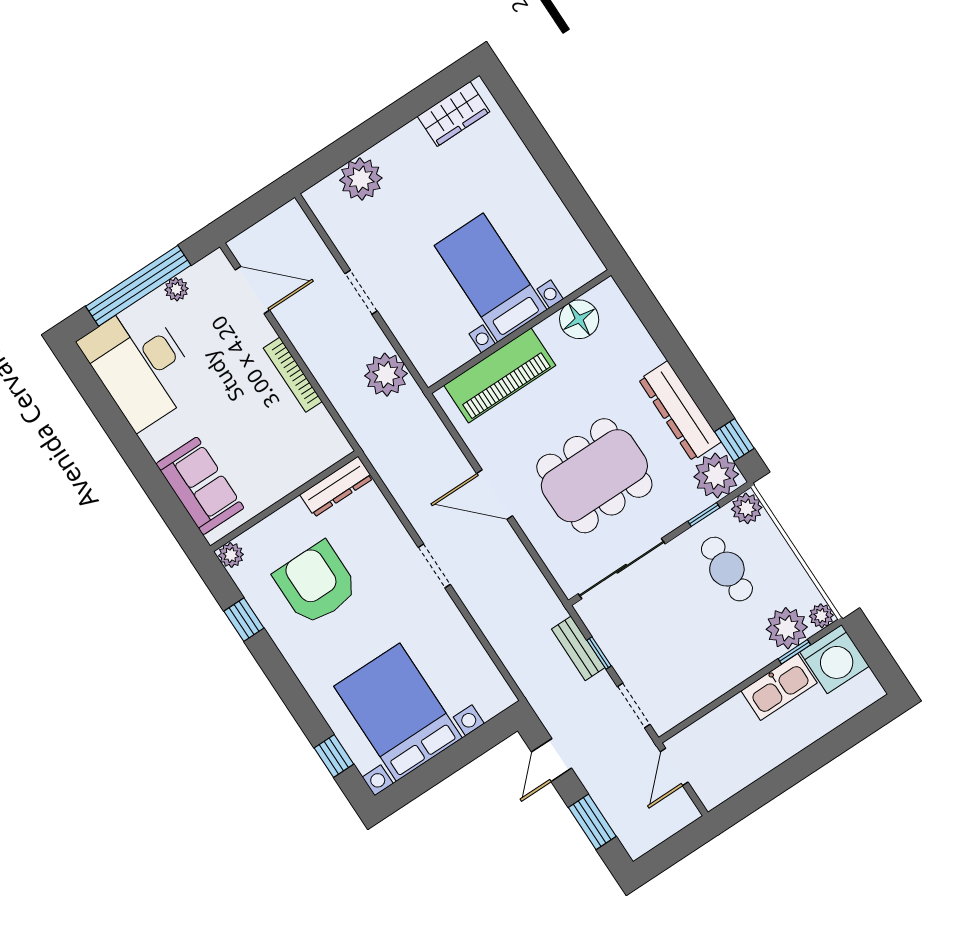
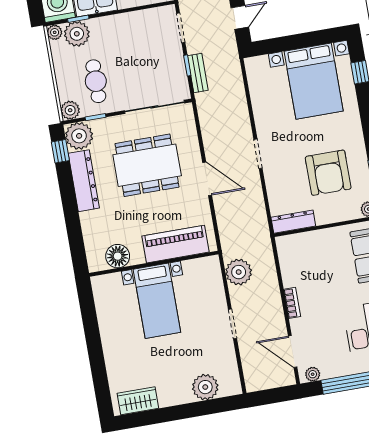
plant: (176, 289) -> (313, 374), moved
bookcase: (293, 375) -> (292, 303), width x0.64

